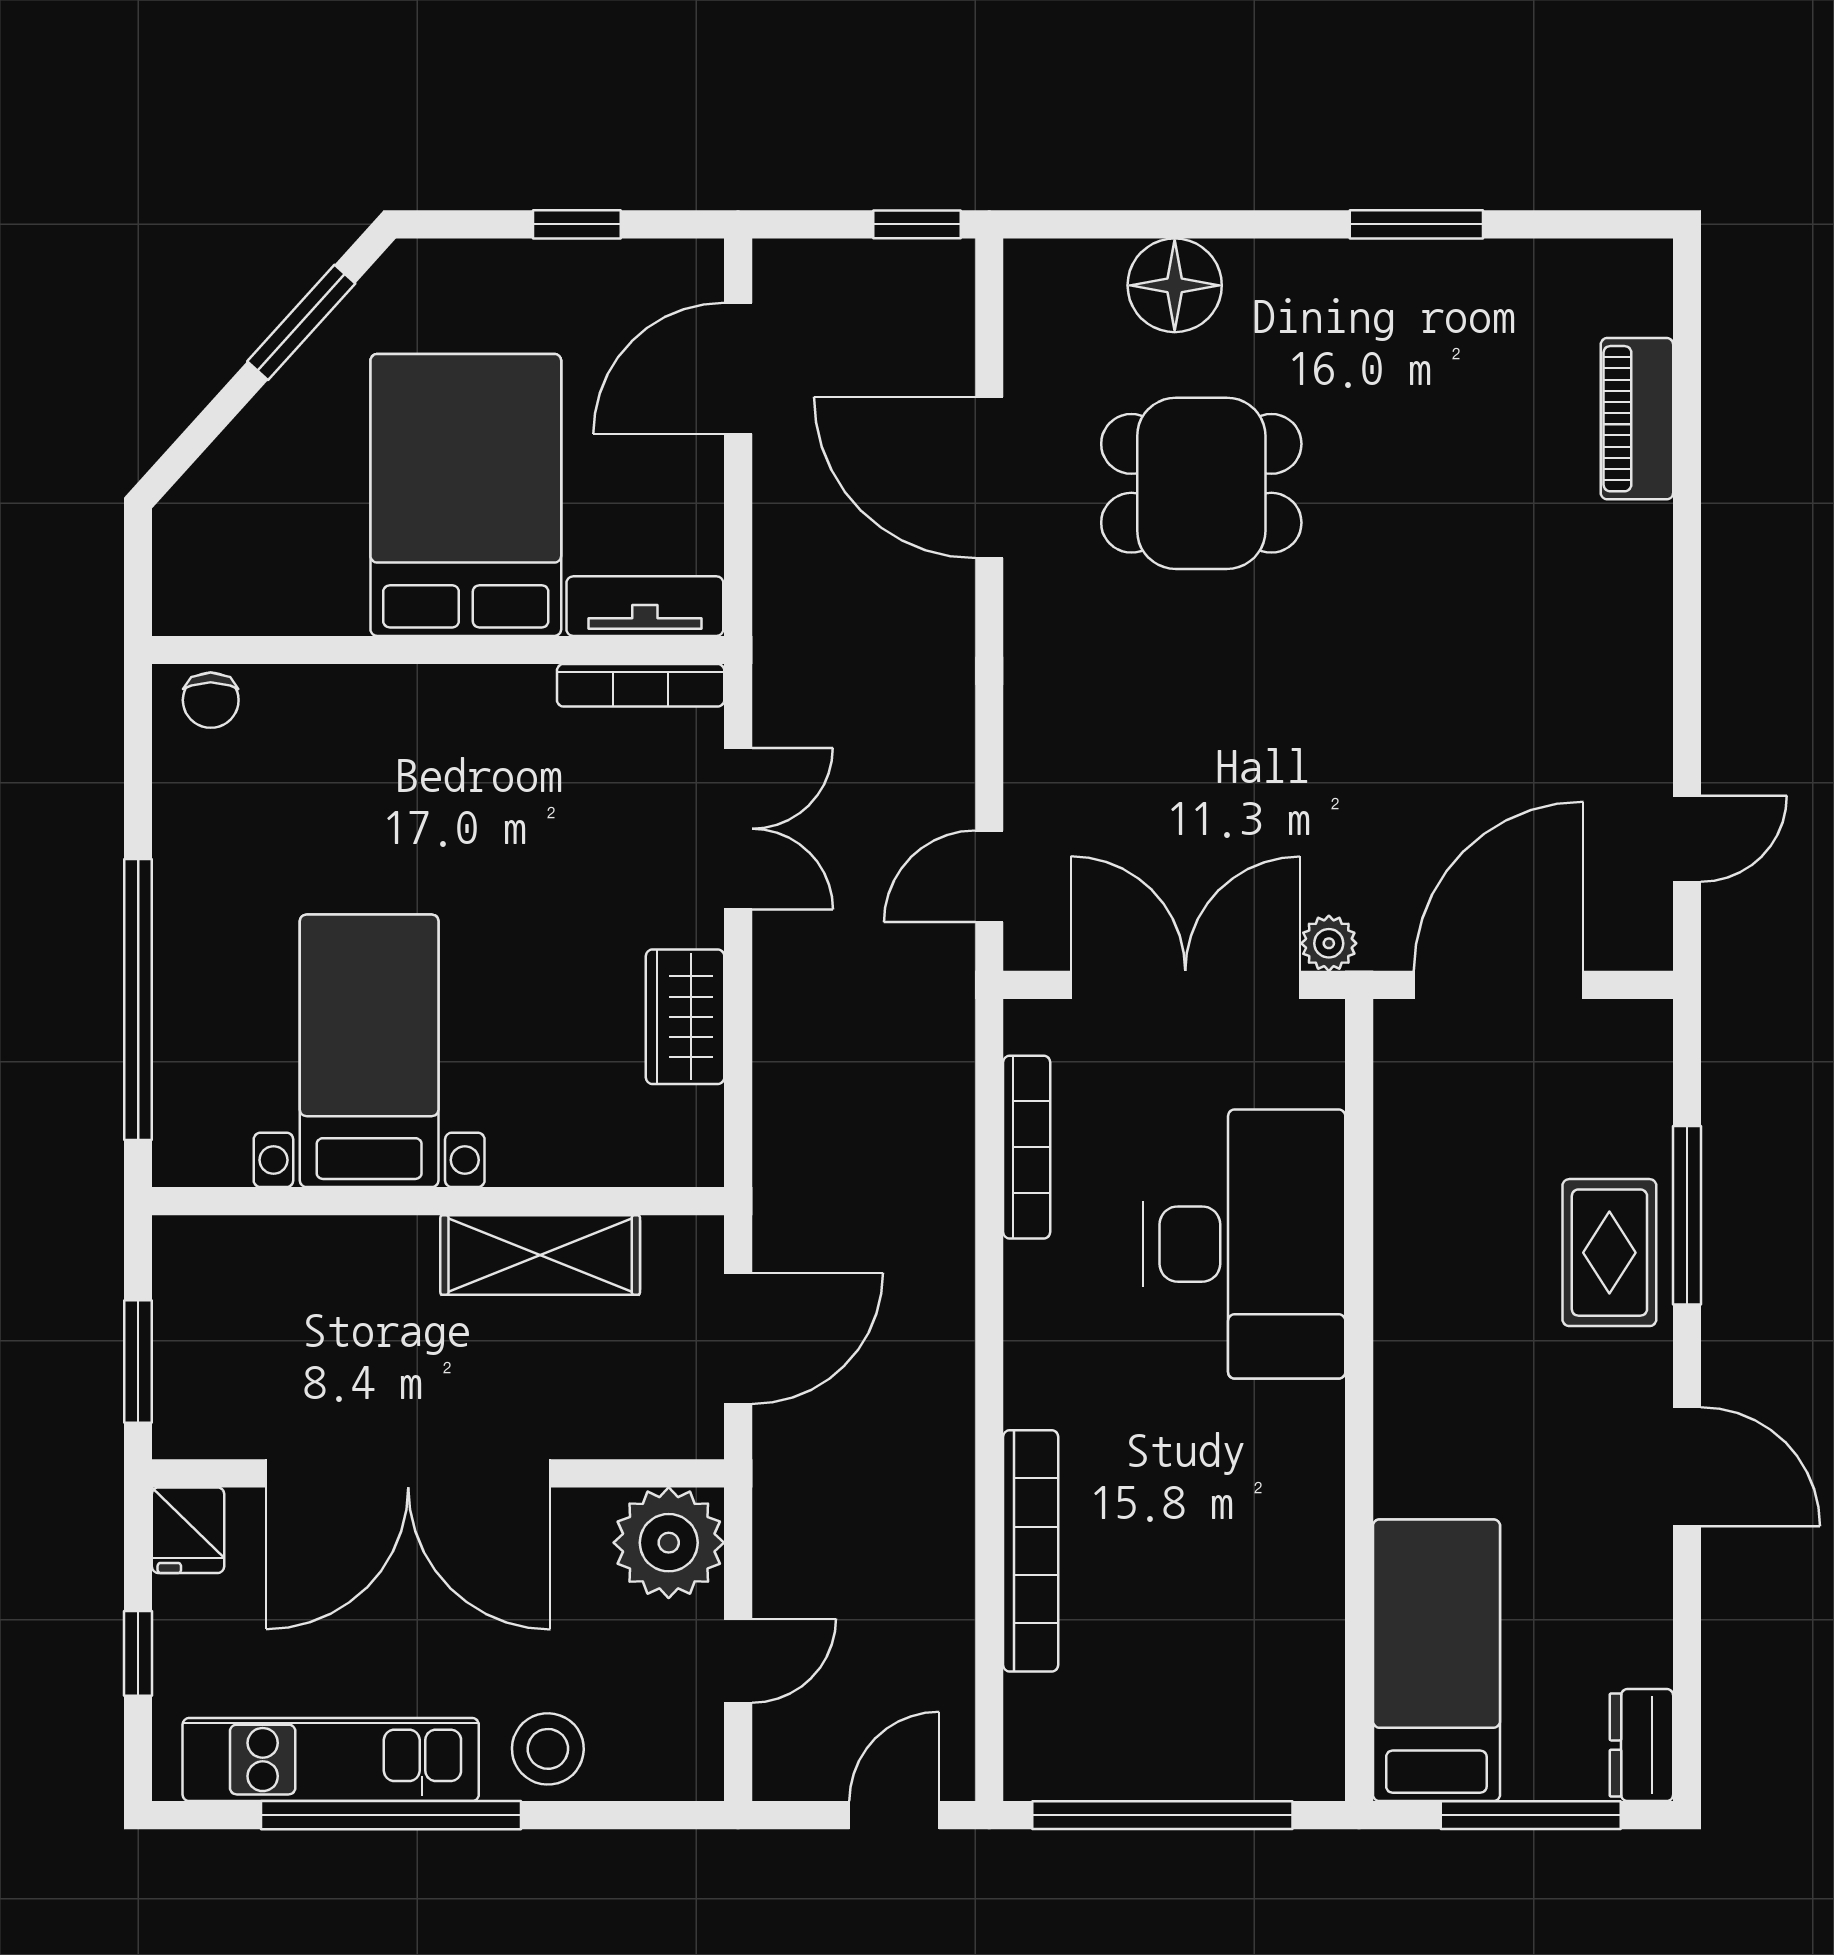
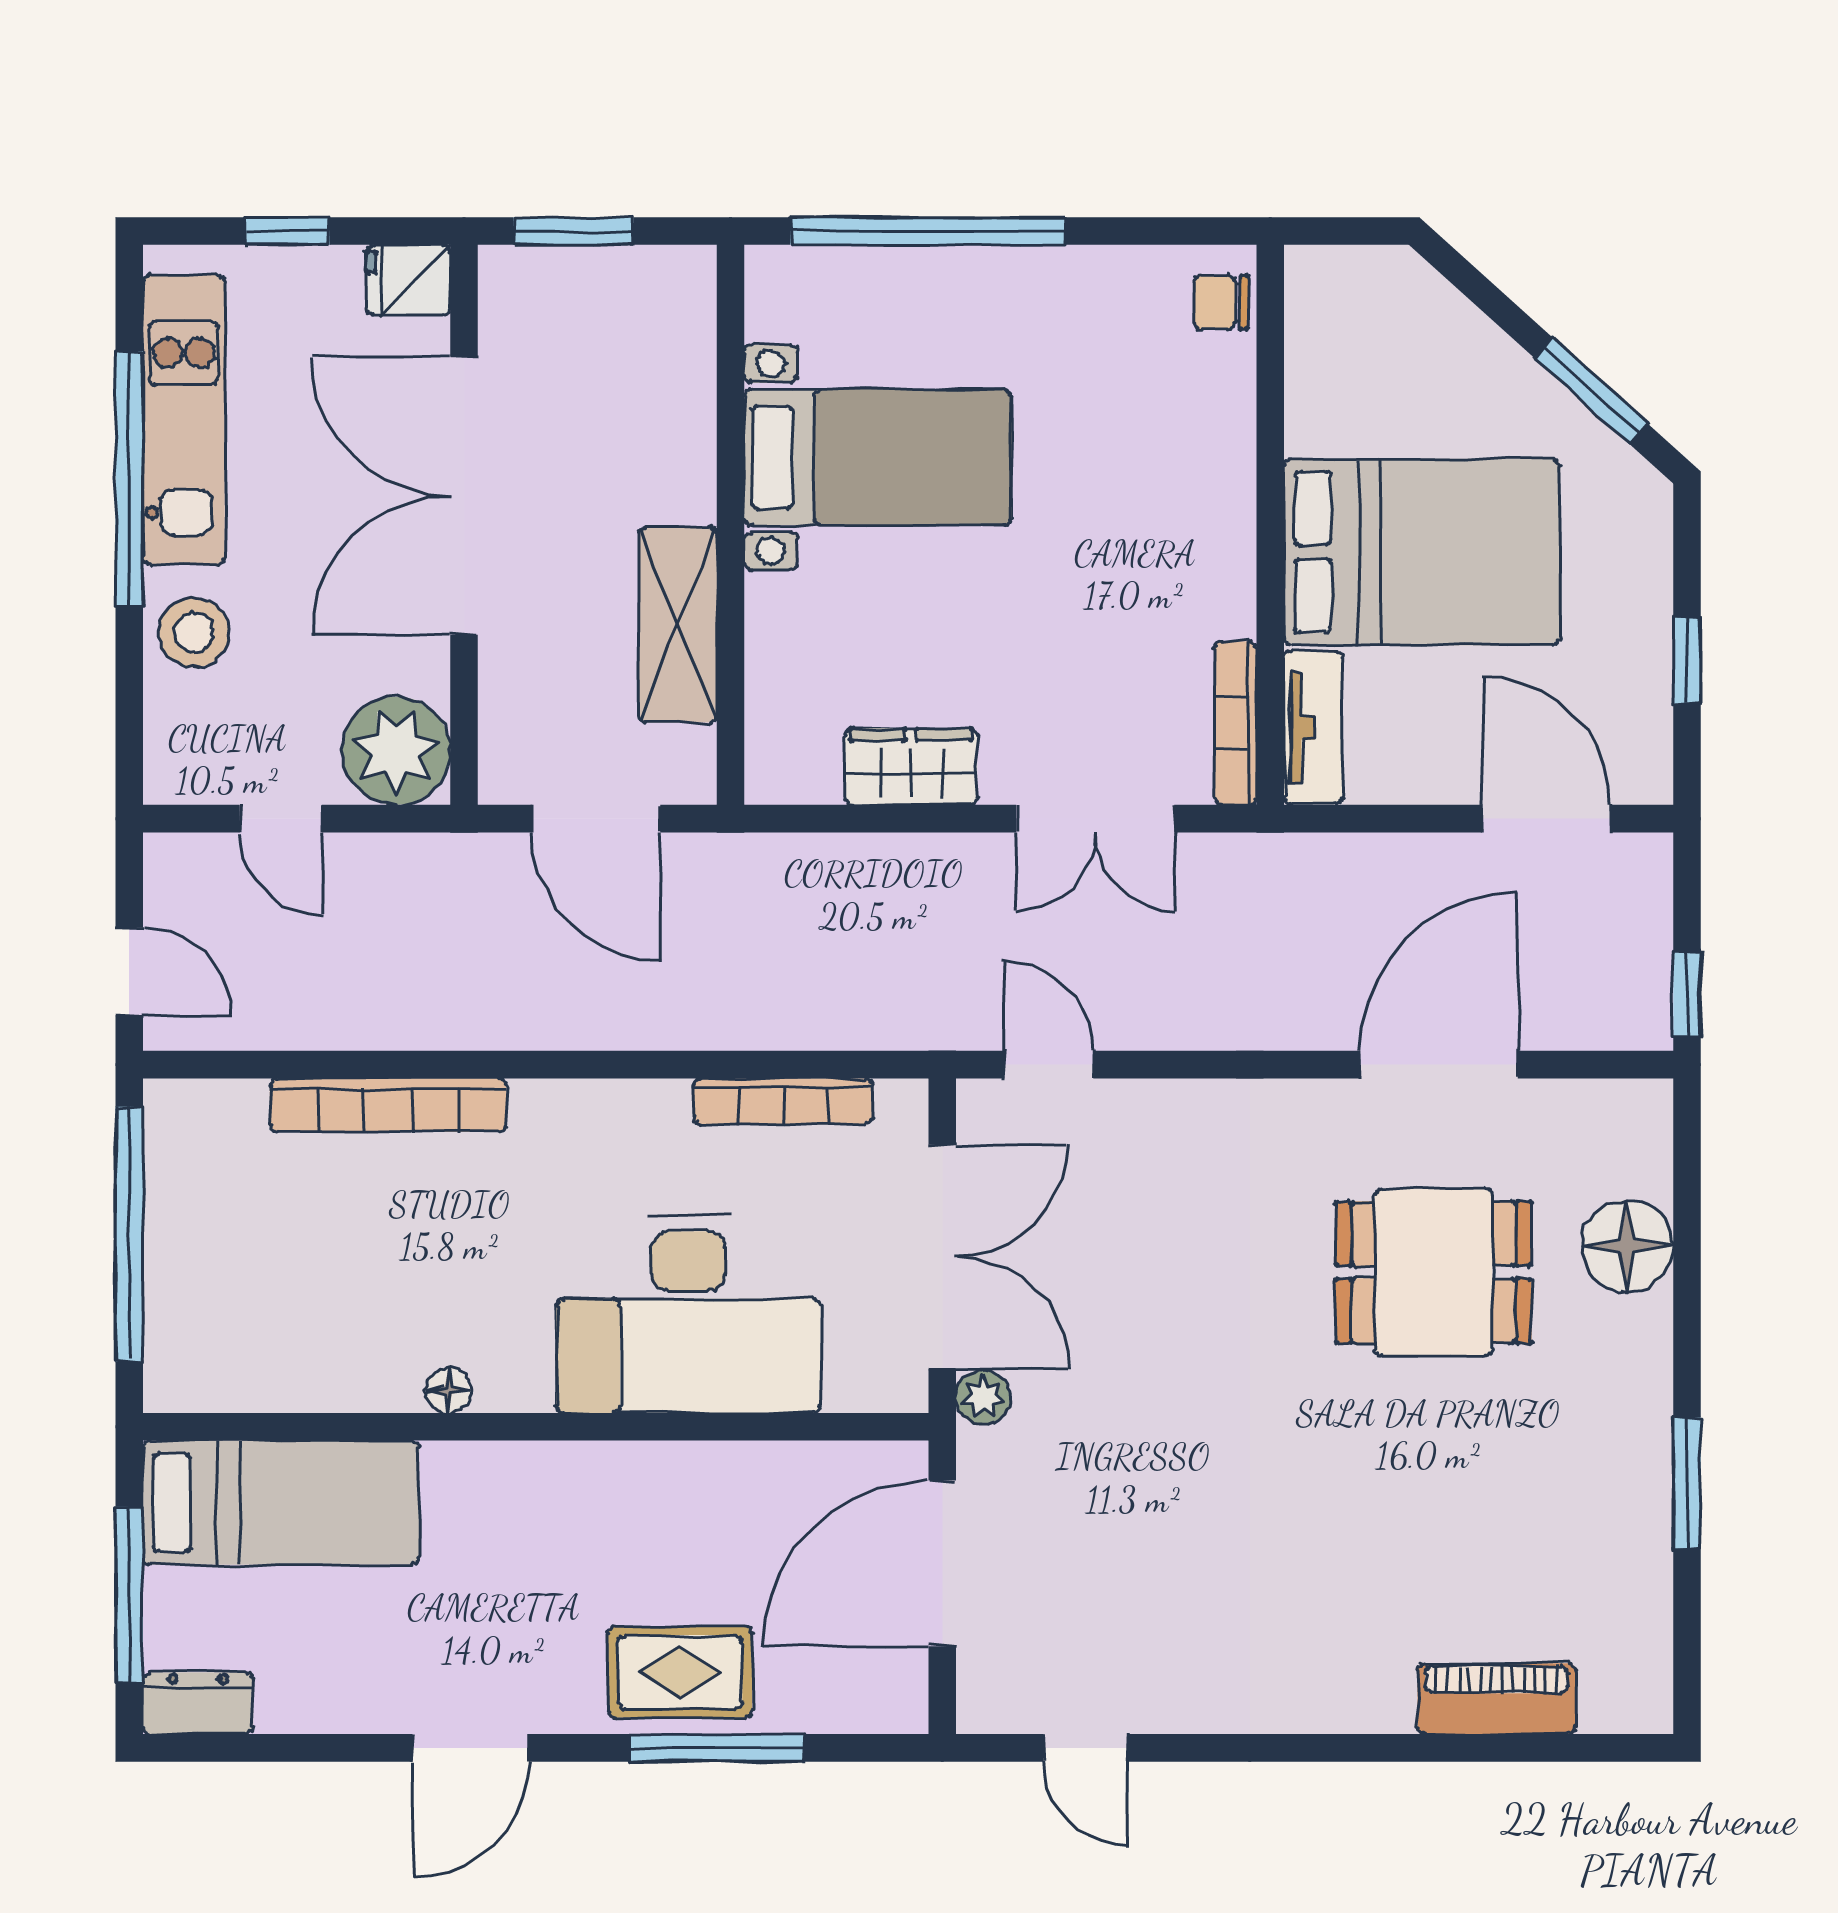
dining table: (1201, 483) -> (1433, 1272), turned 90
door: (1499, 985) -> (942, 1563), swing flipped
floor lamp: (1322, 1489) -> (448, 1390), added

